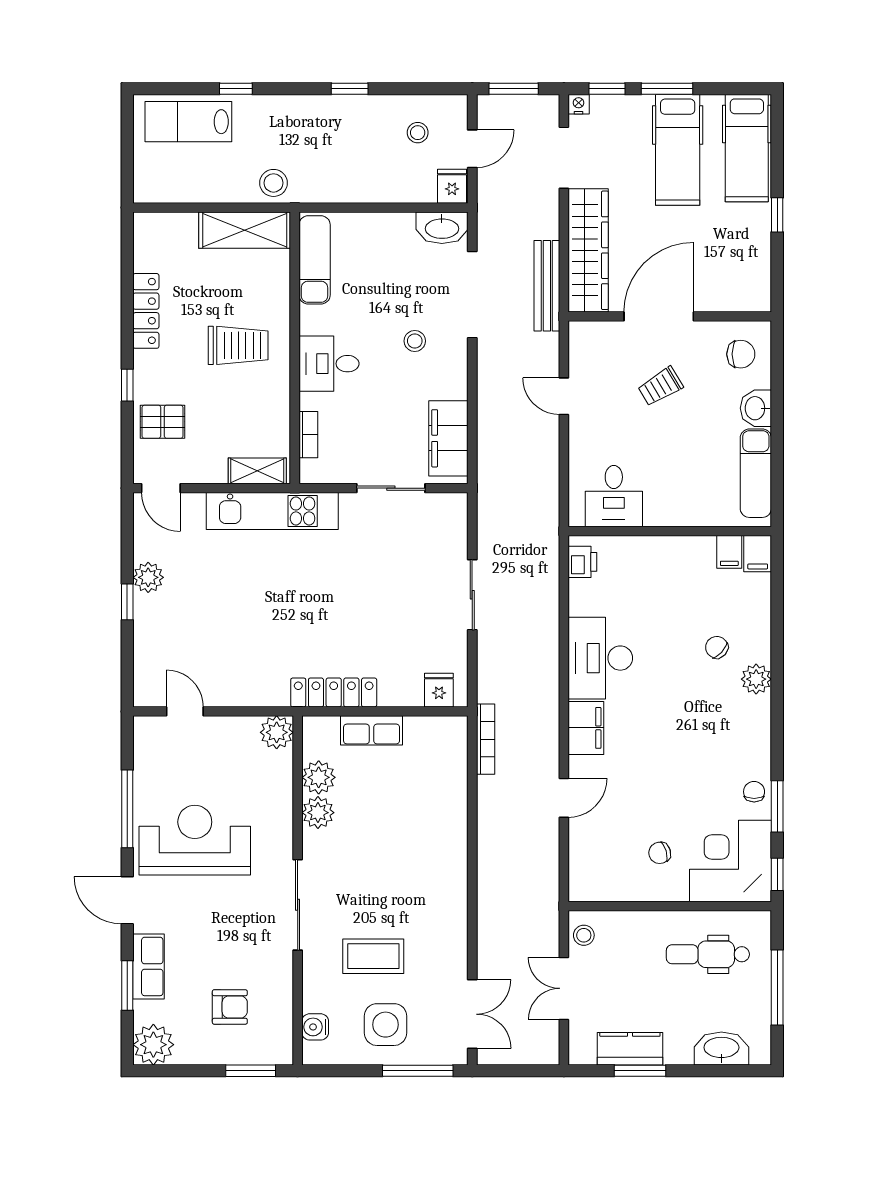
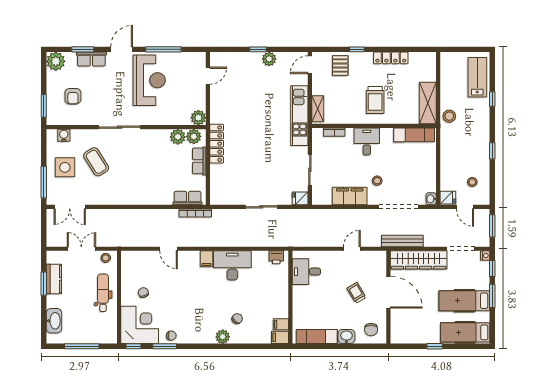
washbasin: (442, 228) -> (431, 199), width x0.52, depth x0.69
filing cabinet: (448, 438) -> (350, 196), moved
fridge: (439, 690) -> (300, 198), moved, turned 180
filing cabinet: (586, 728) -> (206, 259), width x0.50
row of seats: (453, 756) -> (188, 198), added
plant: (318, 813) -> (194, 136), moved
dental chair: (708, 954) -> (103, 293), moved
coffee table: (373, 956) -> (96, 162), turned -32

